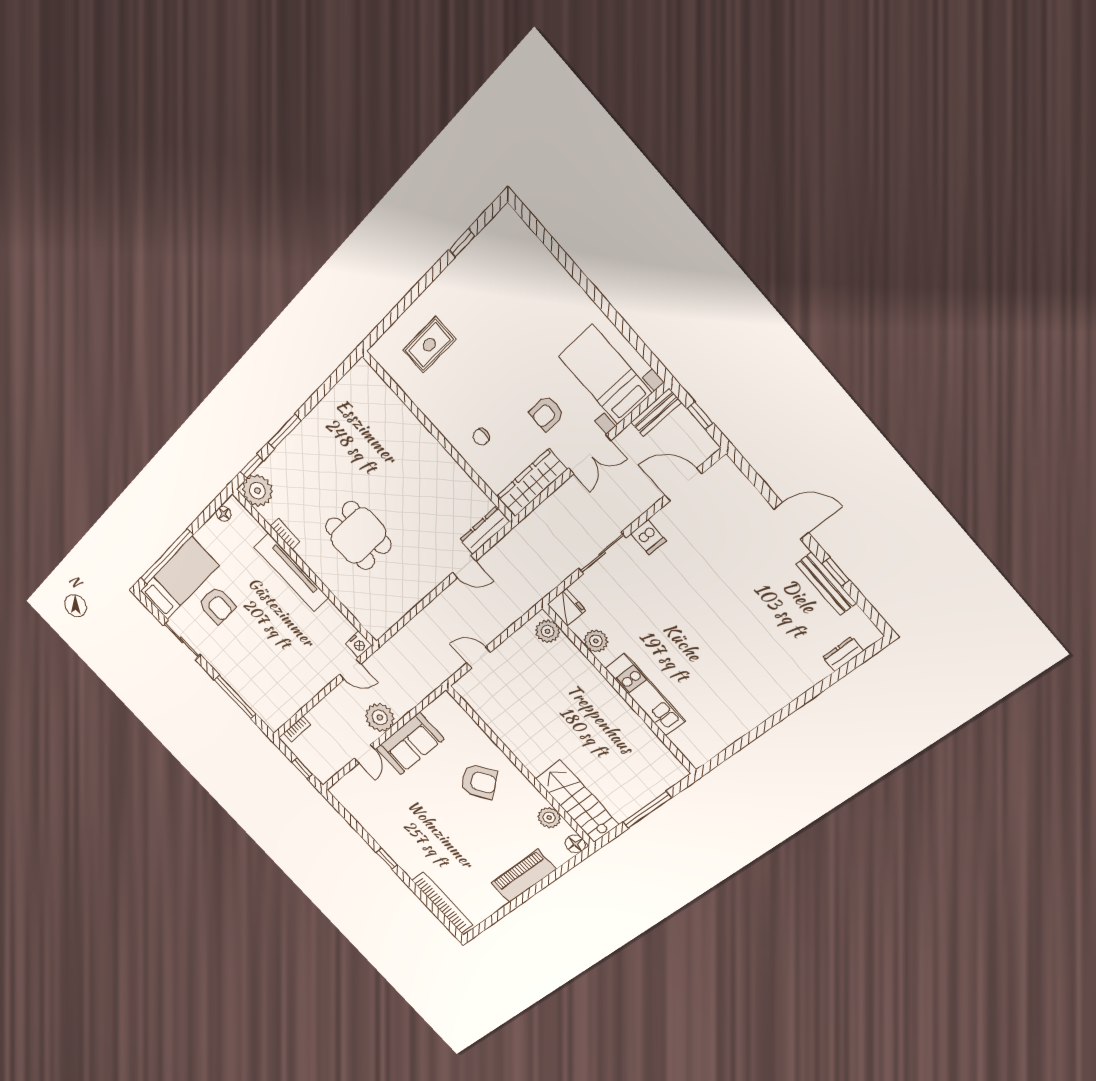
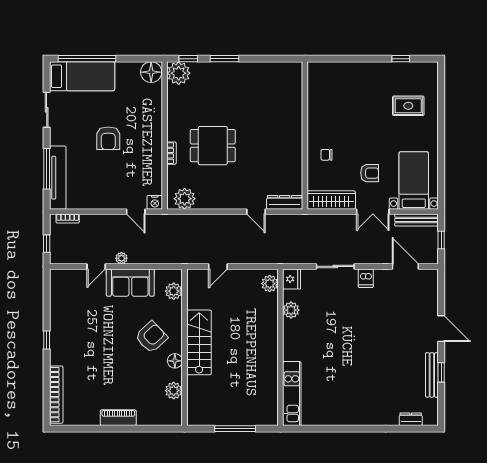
rug: (429, 345) -> (408, 106), moved
bench: (656, 412) -> (416, 220), width x1.36
armchair: (547, 413) -> (370, 173), turned 180
floor lamp: (224, 514) -> (151, 72), width x1.89, depth x1.89
bookcase: (285, 534) -> (172, 153), moved
dining table: (358, 536) -> (213, 146), turned 90
tv unit: (291, 572) -> (58, 178), moved, turned 180
armchair: (217, 605) -> (108, 138), moved
plant: (383, 616) -> (185, 199), added
door: (479, 658) -> (218, 266), swing flipped
kitchen unit: (645, 695) -> (292, 394), moved
plant: (380, 717) -> (121, 258), width x0.53, depth x0.53
plant: (459, 719) -> (174, 291), added
armchair: (479, 781) -> (151, 337), turned -97
stairs: (577, 801) -> (199, 342), moved
floor lamp: (575, 844) -> (175, 361), moved
piano: (523, 876) -> (118, 418), width x0.73, depth x0.75

